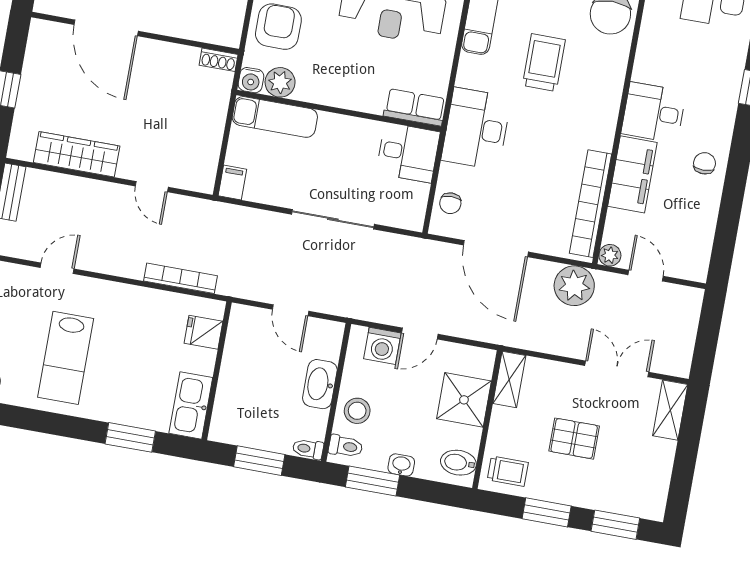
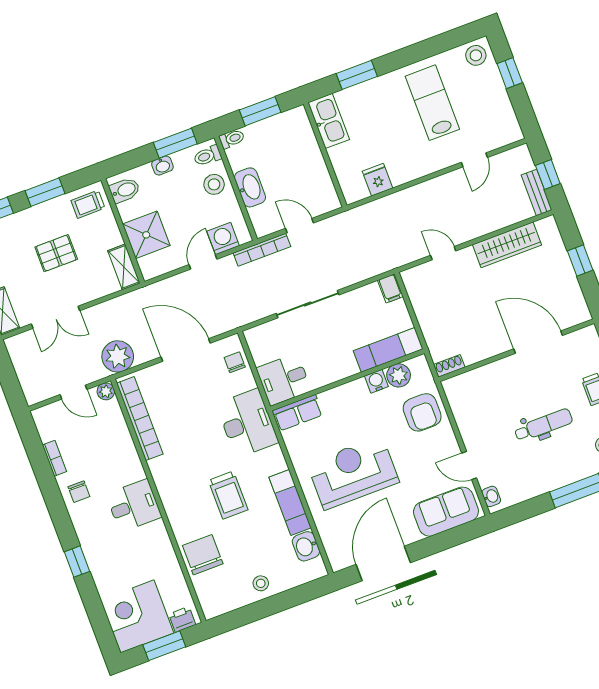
water cooler: (251, 80) -> (376, 381), moved
filing cabinet: (632, 174) -> (123, 455), removed
bookcase: (710, 216) -> (54, 458), added
bookcase: (181, 278) -> (262, 250), moved
fridge: (203, 332) -> (377, 180), moved, turned -90

